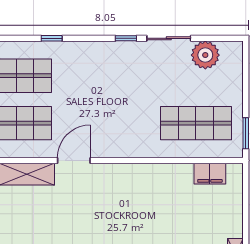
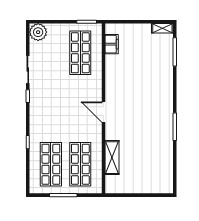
plant: (205, 55) -> (38, 32), moved
door: (74, 160) -> (103, 112), moved

